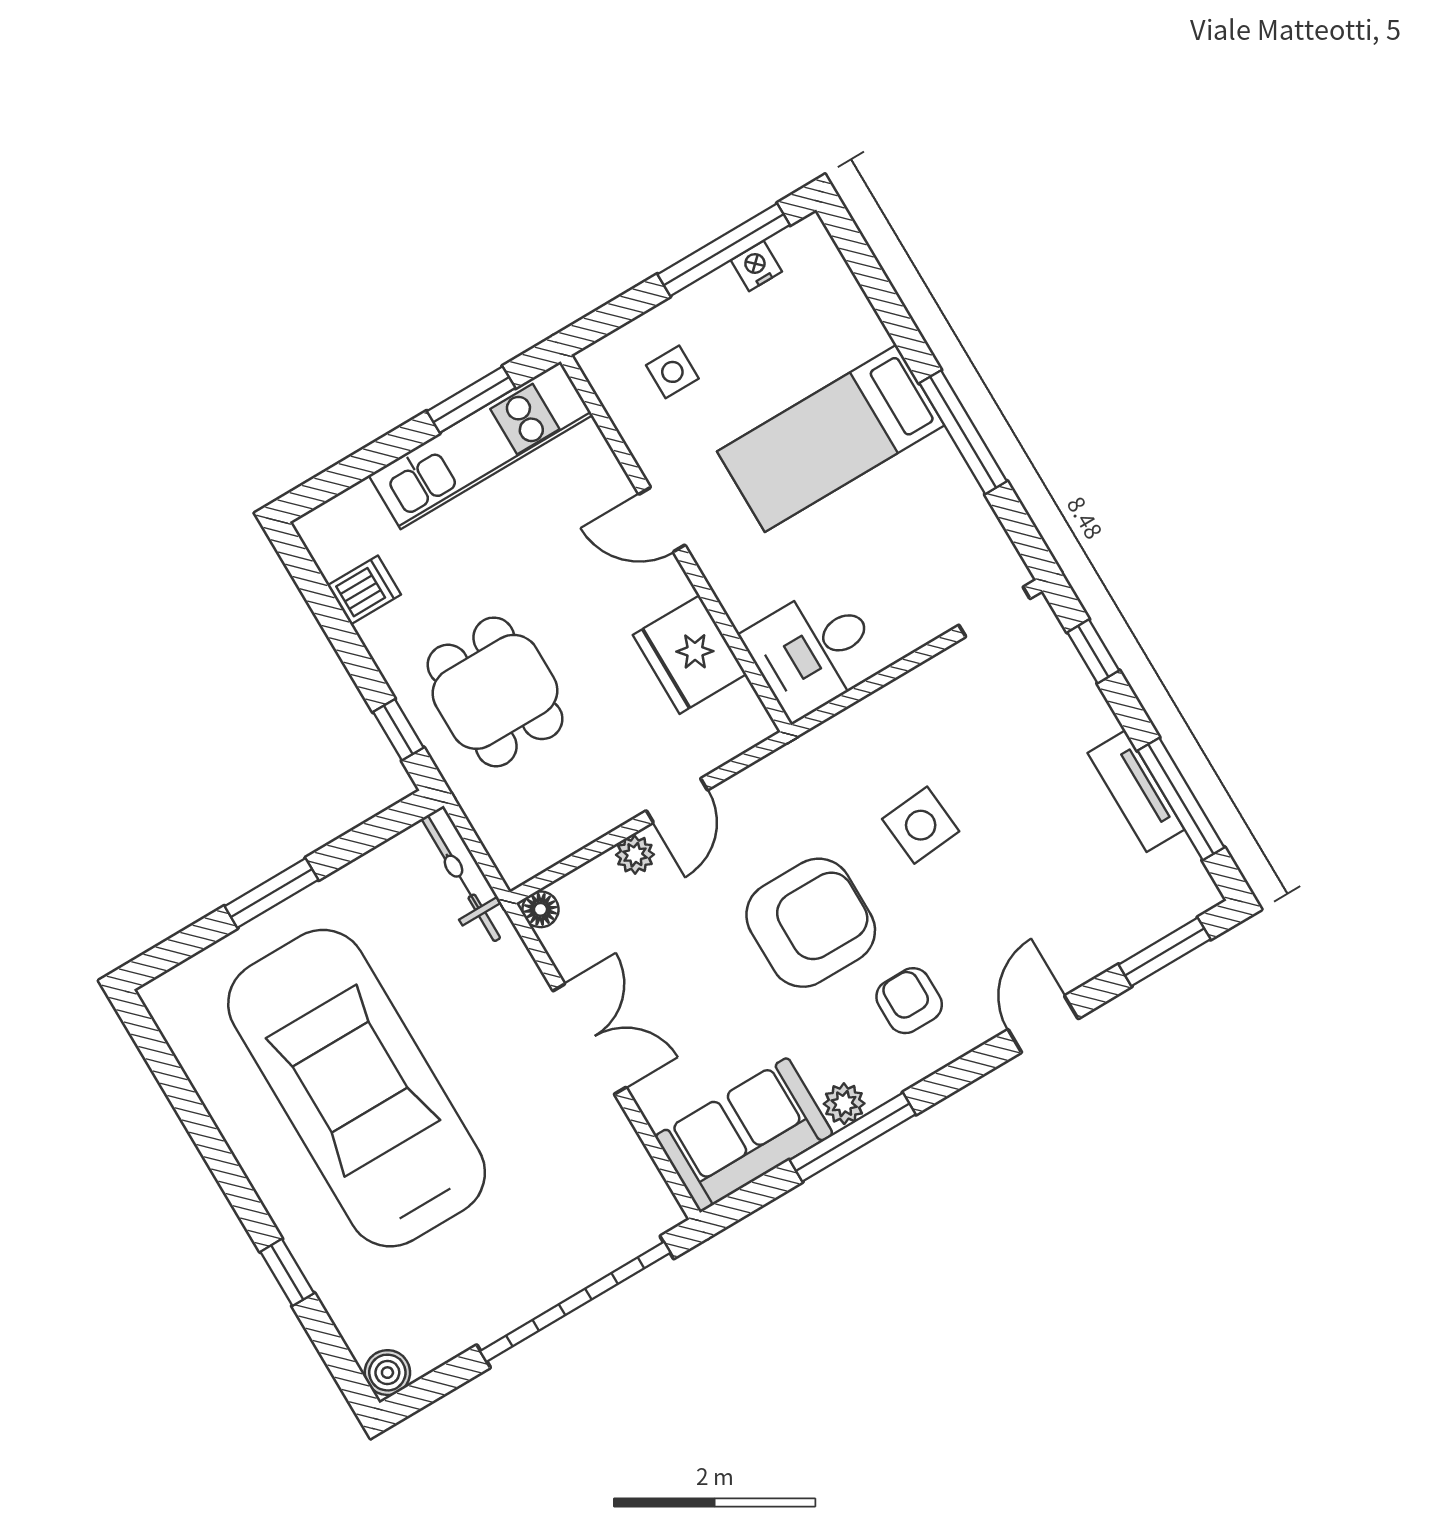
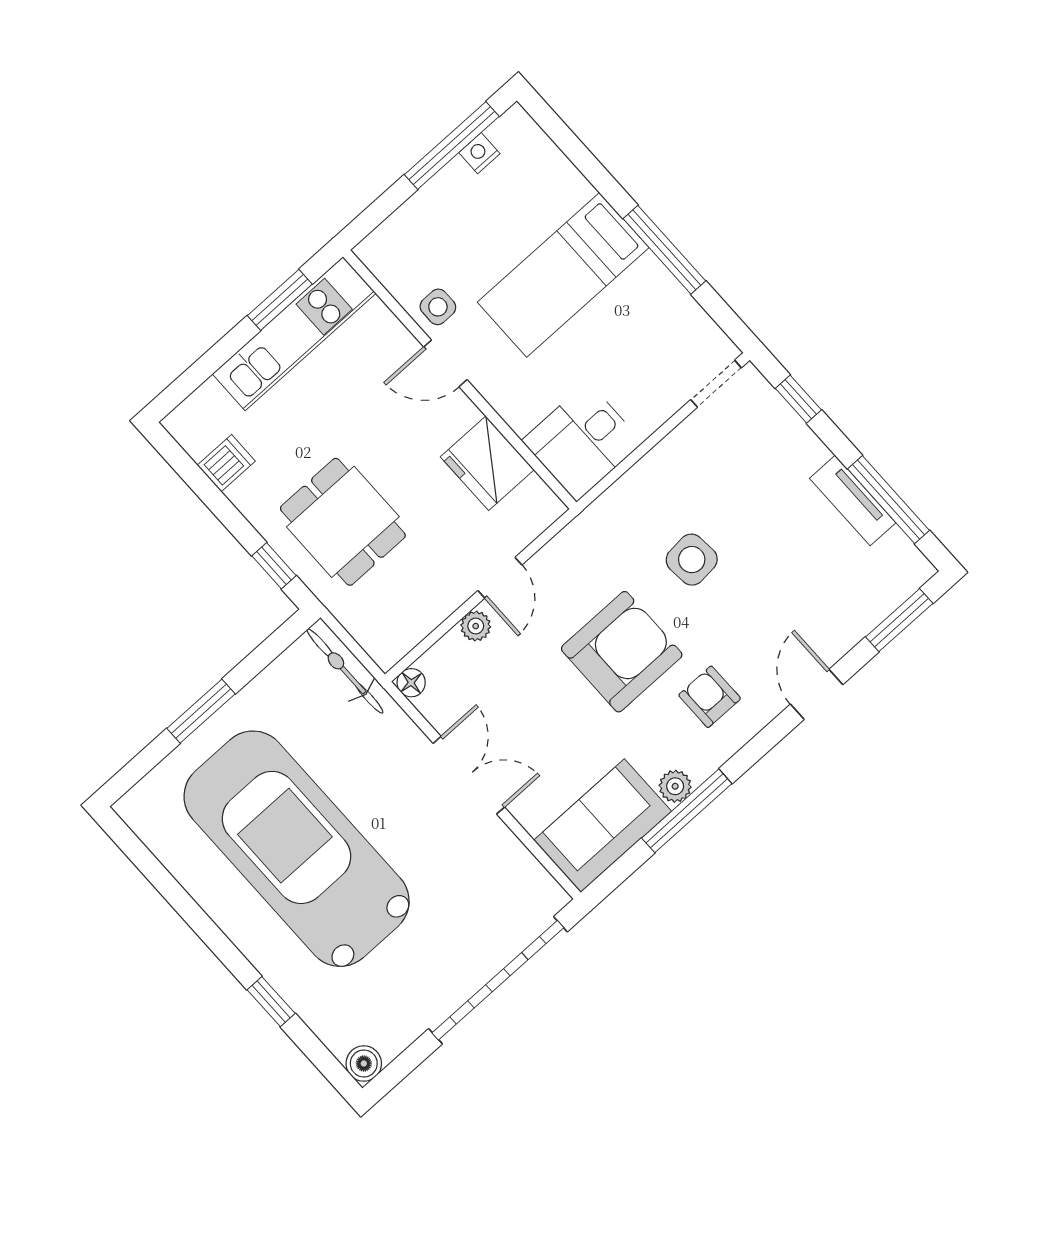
side table: (672, 372) -> (438, 307), moved

